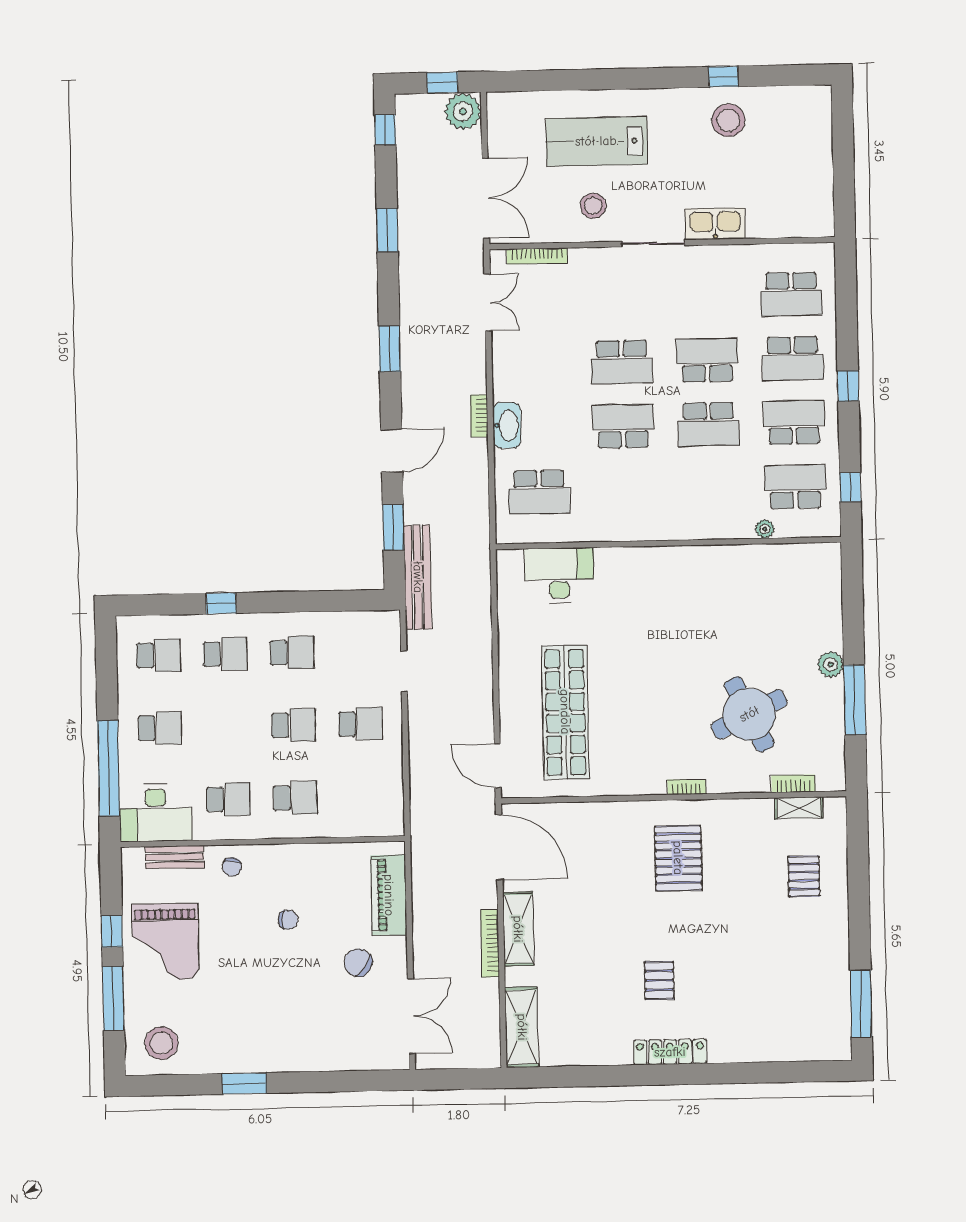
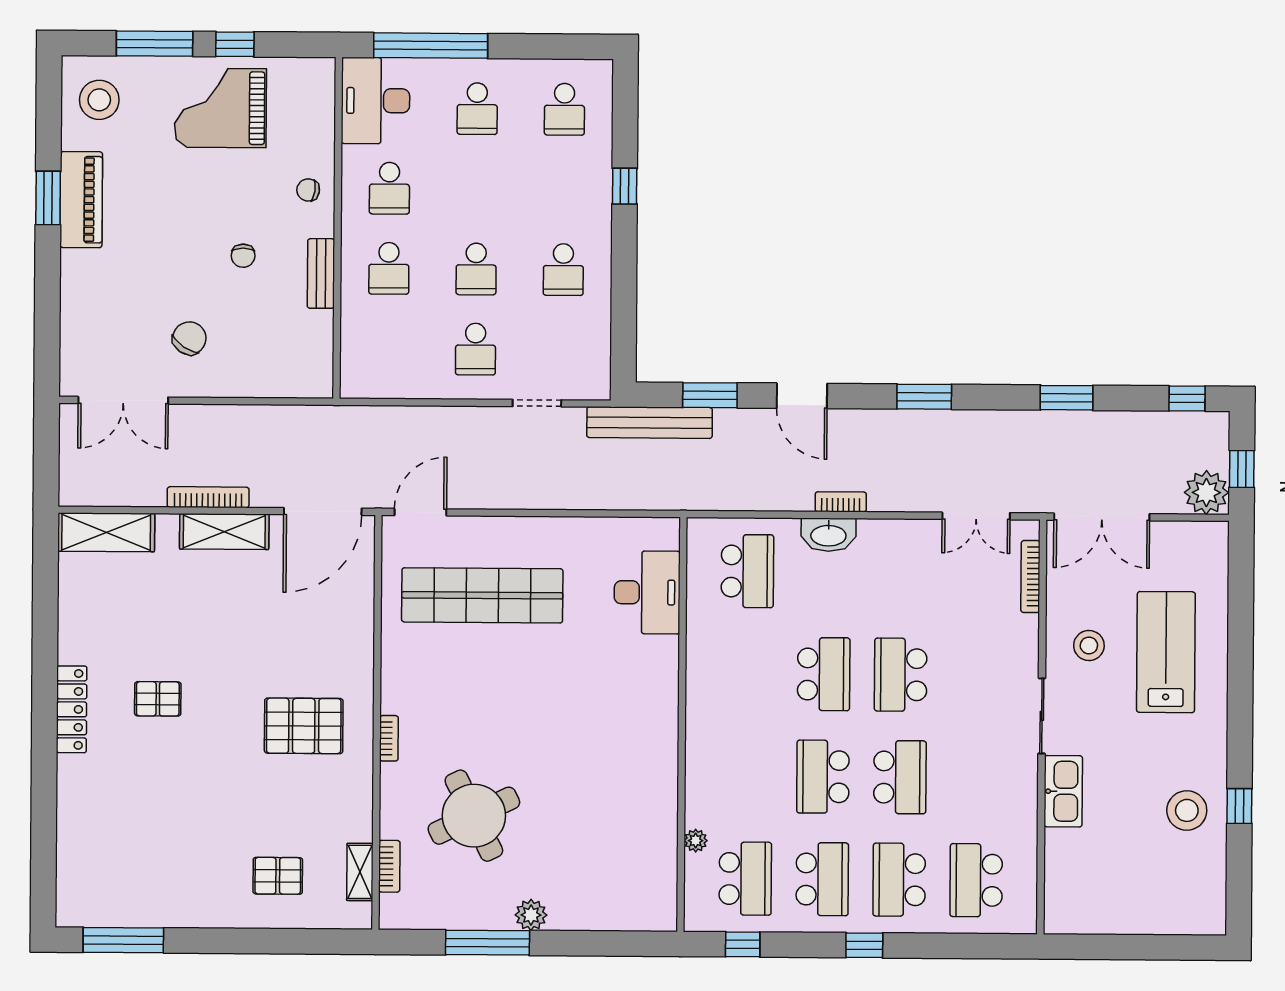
school desk: (539, 492) -> (747, 571), turned 180
school desk: (225, 654) -> (564, 189), removed
bench: (175, 857) -> (321, 273), moved
piano: (389, 895) -> (81, 200), moved, turned 90

